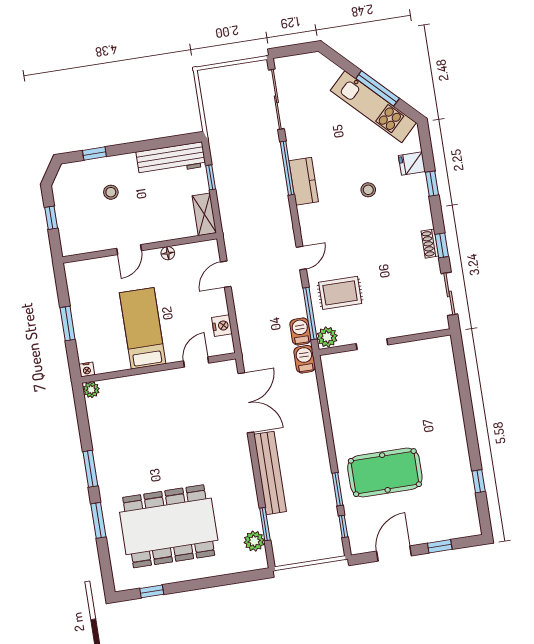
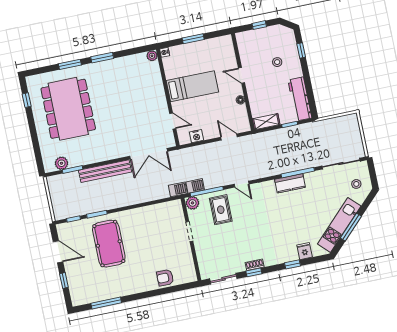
stool: (368, 190) -> (356, 184), moved
armchair: (443, 386) -> (165, 278), added
window: (479, 481) -> (106, 303), width x2.17

